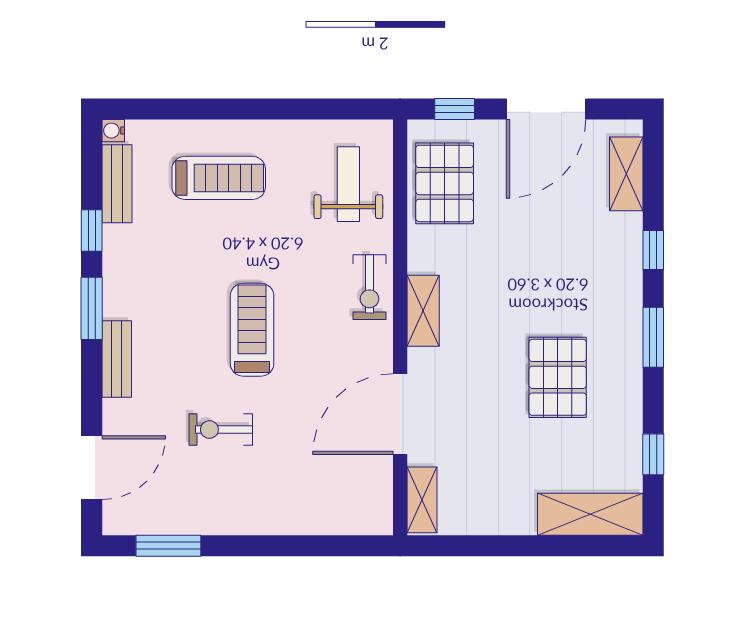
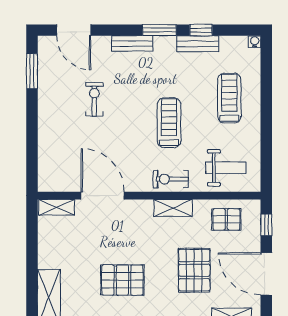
treadmill: (219, 178) -> (229, 98), turned 180
pallet: (445, 183) -> (226, 219), width x0.67, depth x0.71
bench: (117, 184) -> (198, 44), moved
pallet: (539, 243) -> (194, 270), added
shelving: (423, 311) -> (173, 208), moved
treadmill: (252, 330) -> (169, 123), moved, turned -90

